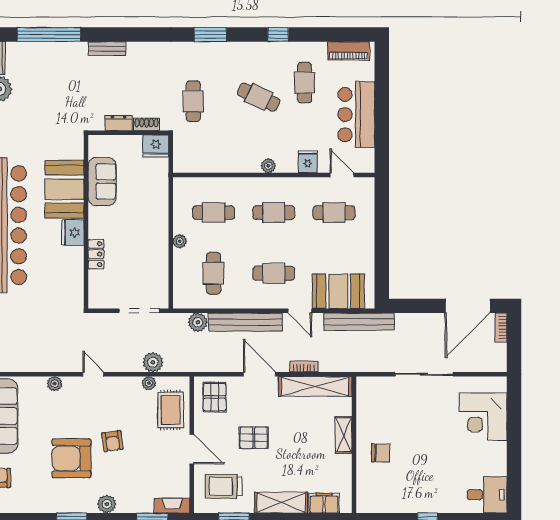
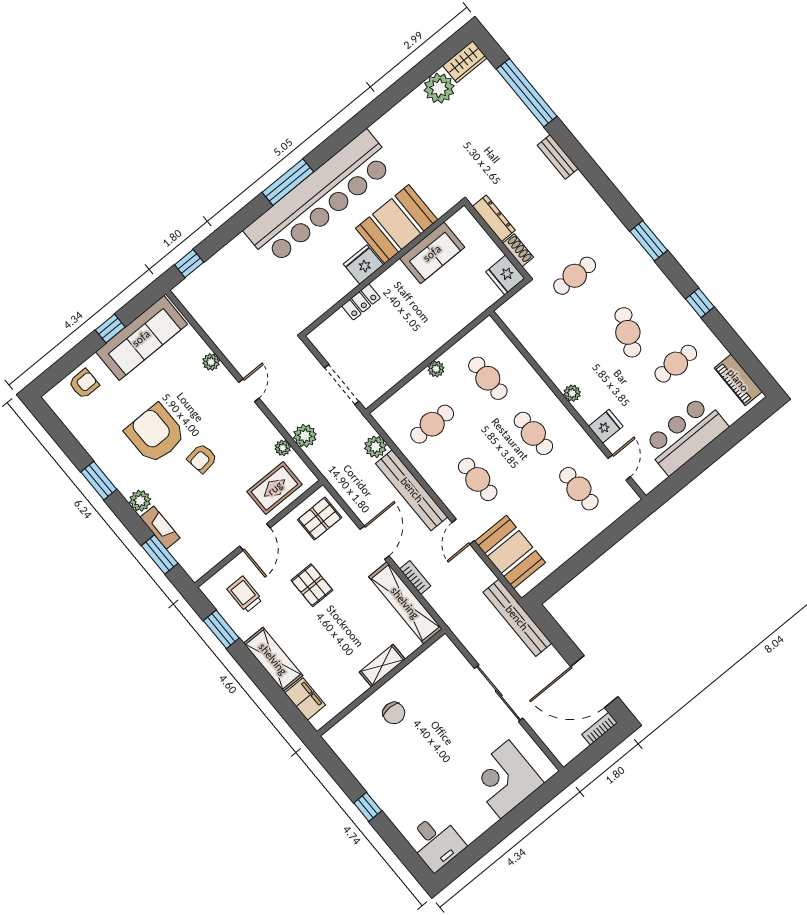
dresser: (119, 123) -> (494, 218), width x1.44
bench: (359, 322) -> (517, 618), moved
trolley: (223, 486) -> (244, 594), width x0.73, depth x0.72
fireplace: (172, 506) -> (160, 528), moved

